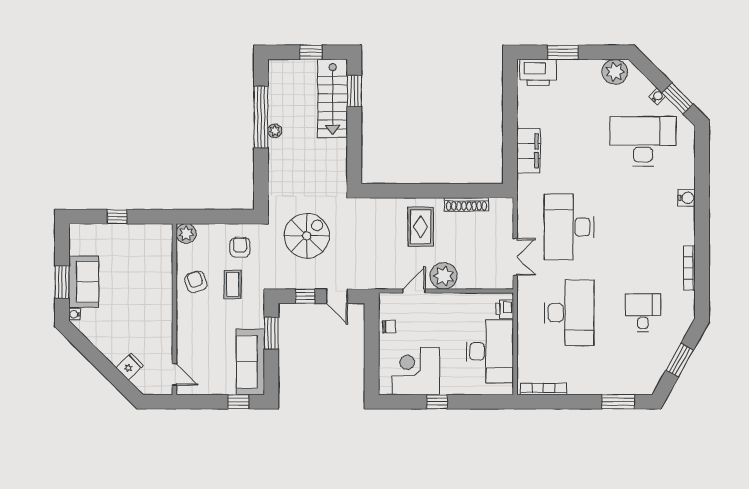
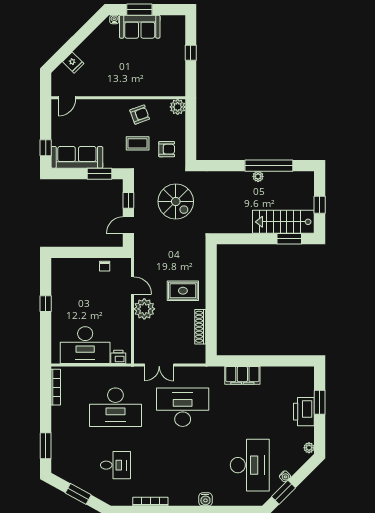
printer: (538, 72) -> (304, 412), moved
plant: (615, 72) -> (309, 448), width x0.53, depth x0.53
corner desk: (416, 371) -> (70, 287), removed

